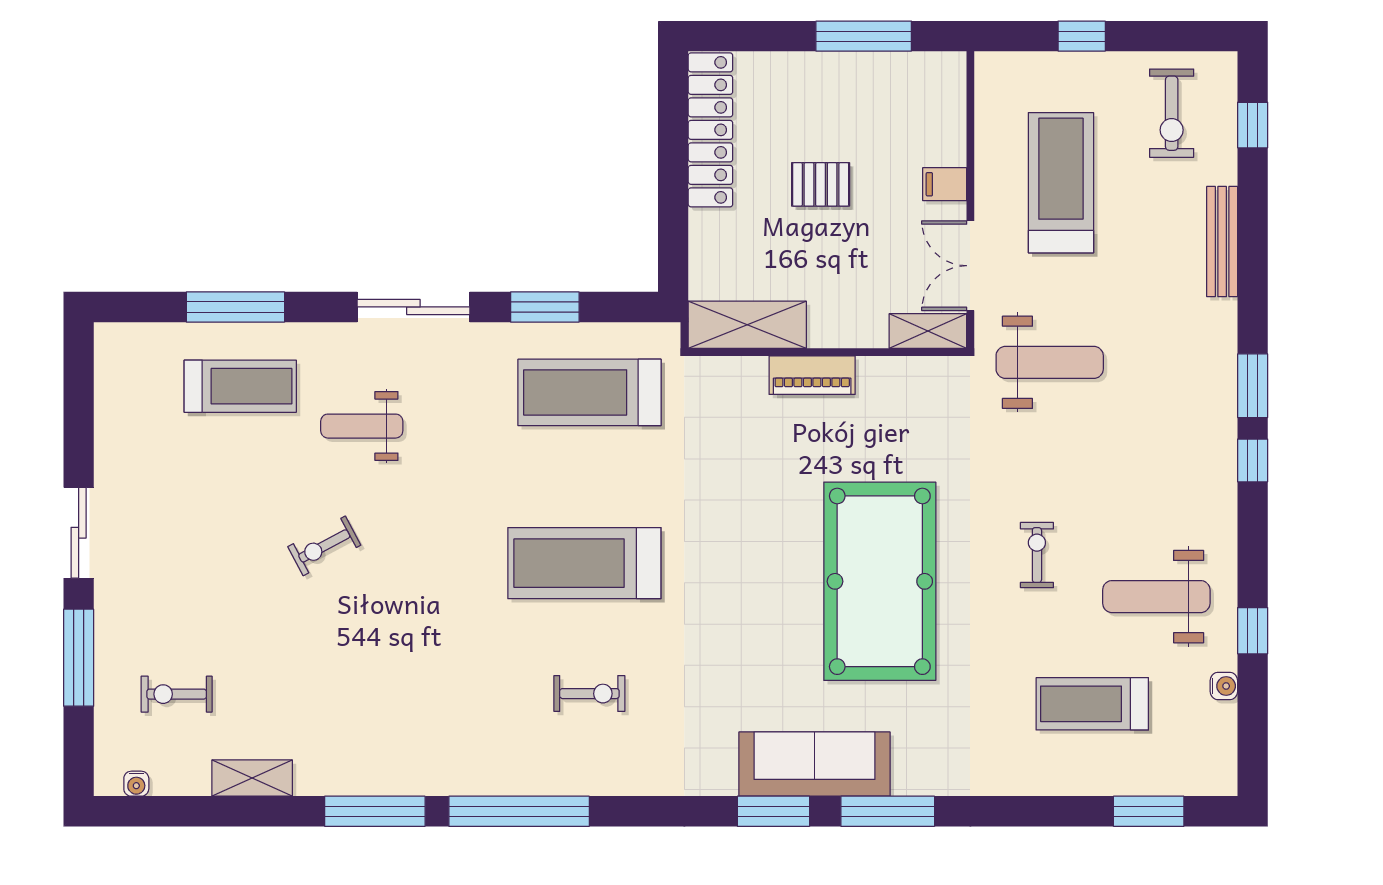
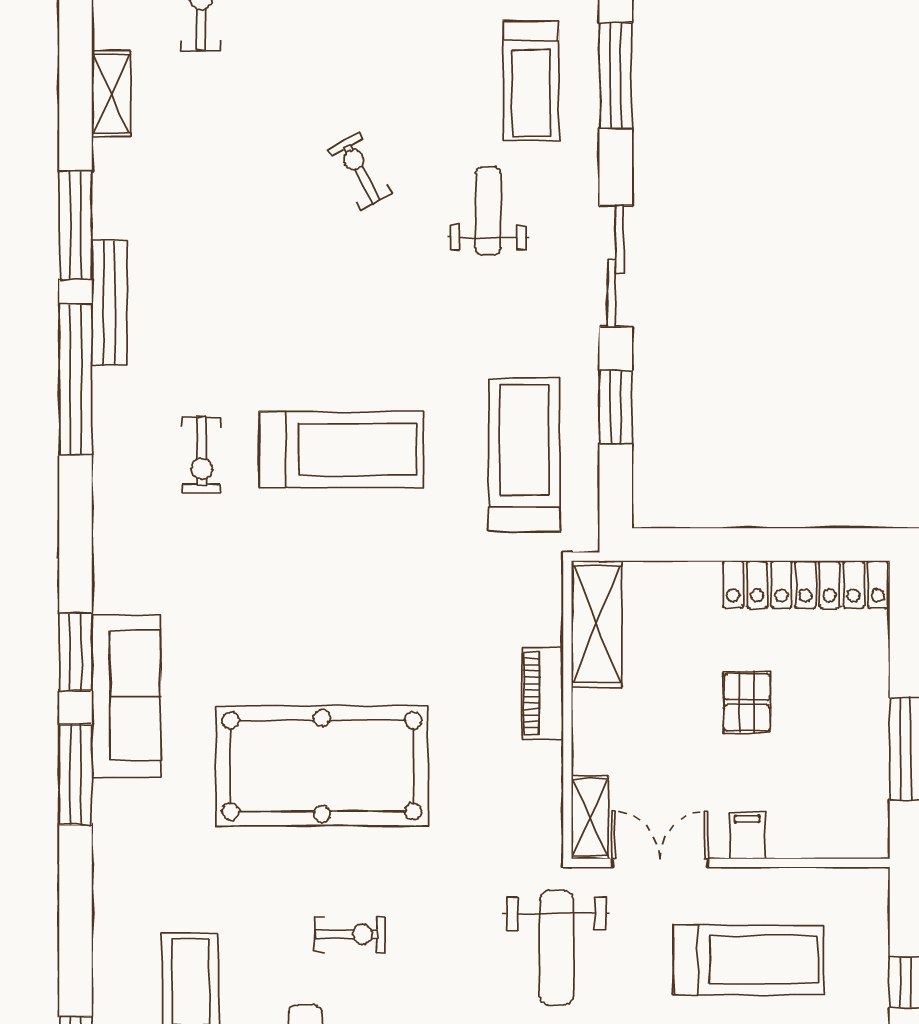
treadmill: (584, 563) -> (341, 449), turned 90
bench: (447, 780) -> (109, 303), added

